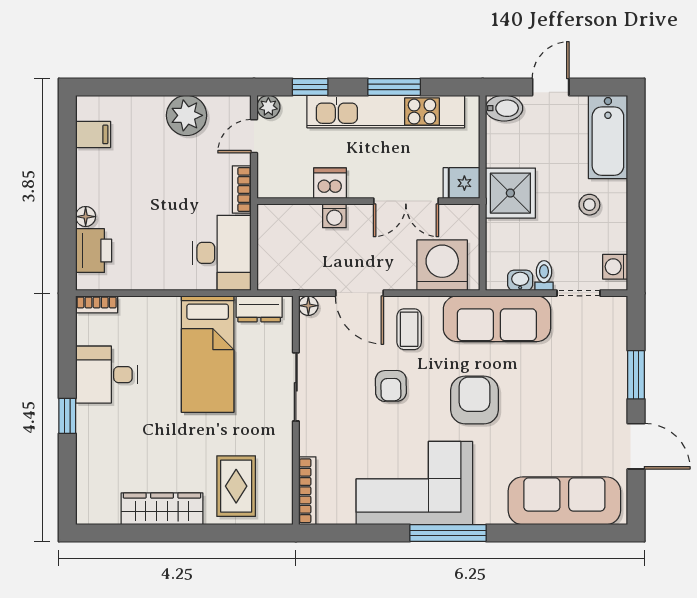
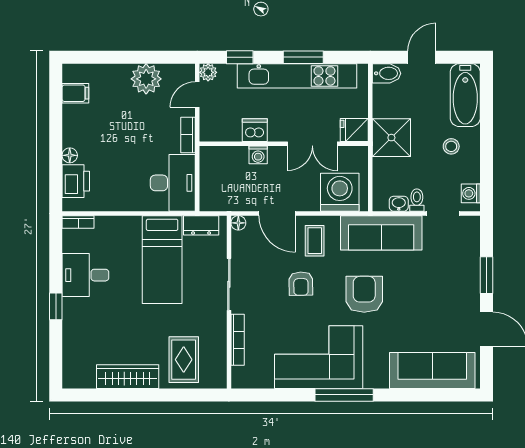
bookcase: (307, 491) -> (238, 340), moved

